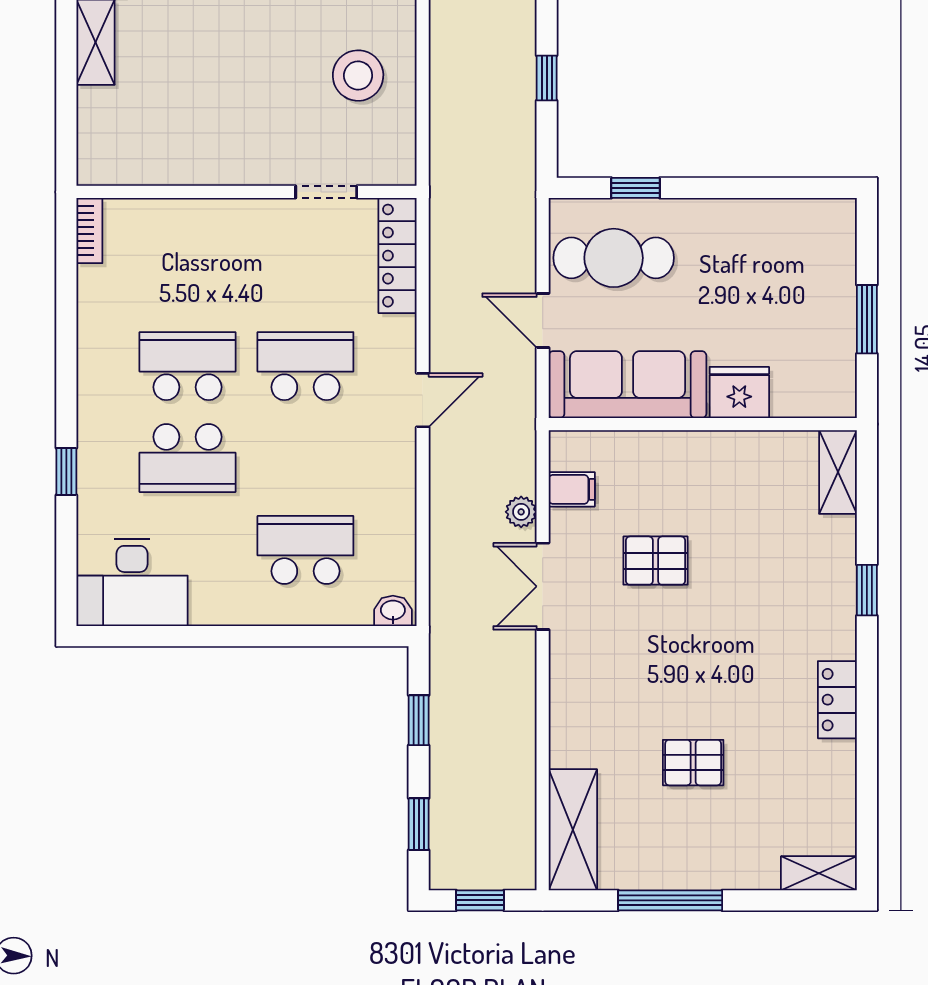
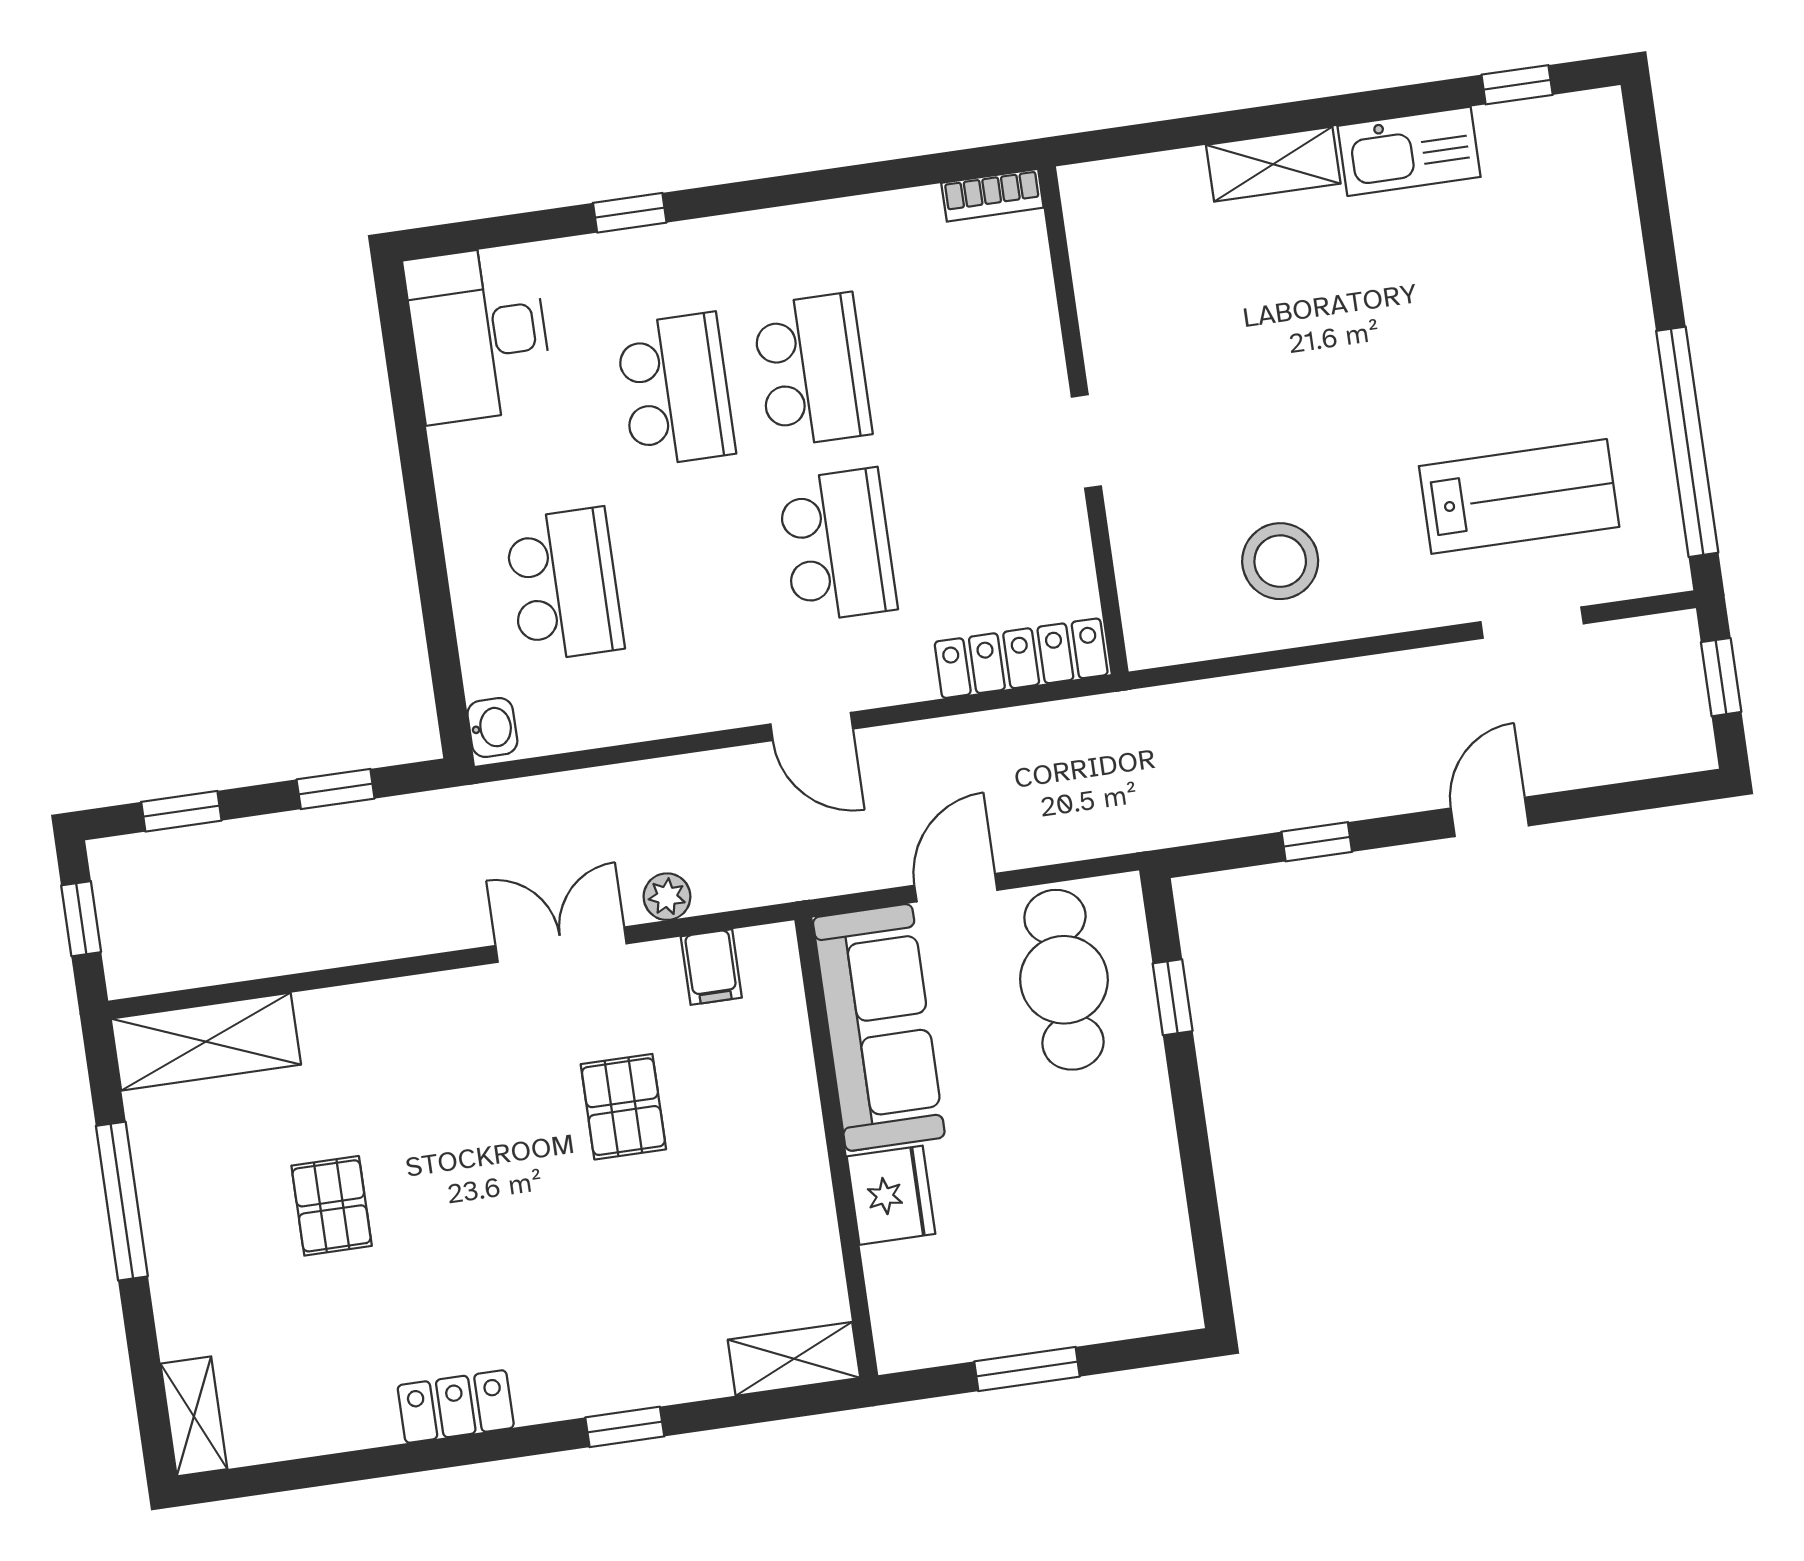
doorway: (326, 192) -> (1086, 441), moved
school desk: (187, 458) -> (676, 390), turned 180

